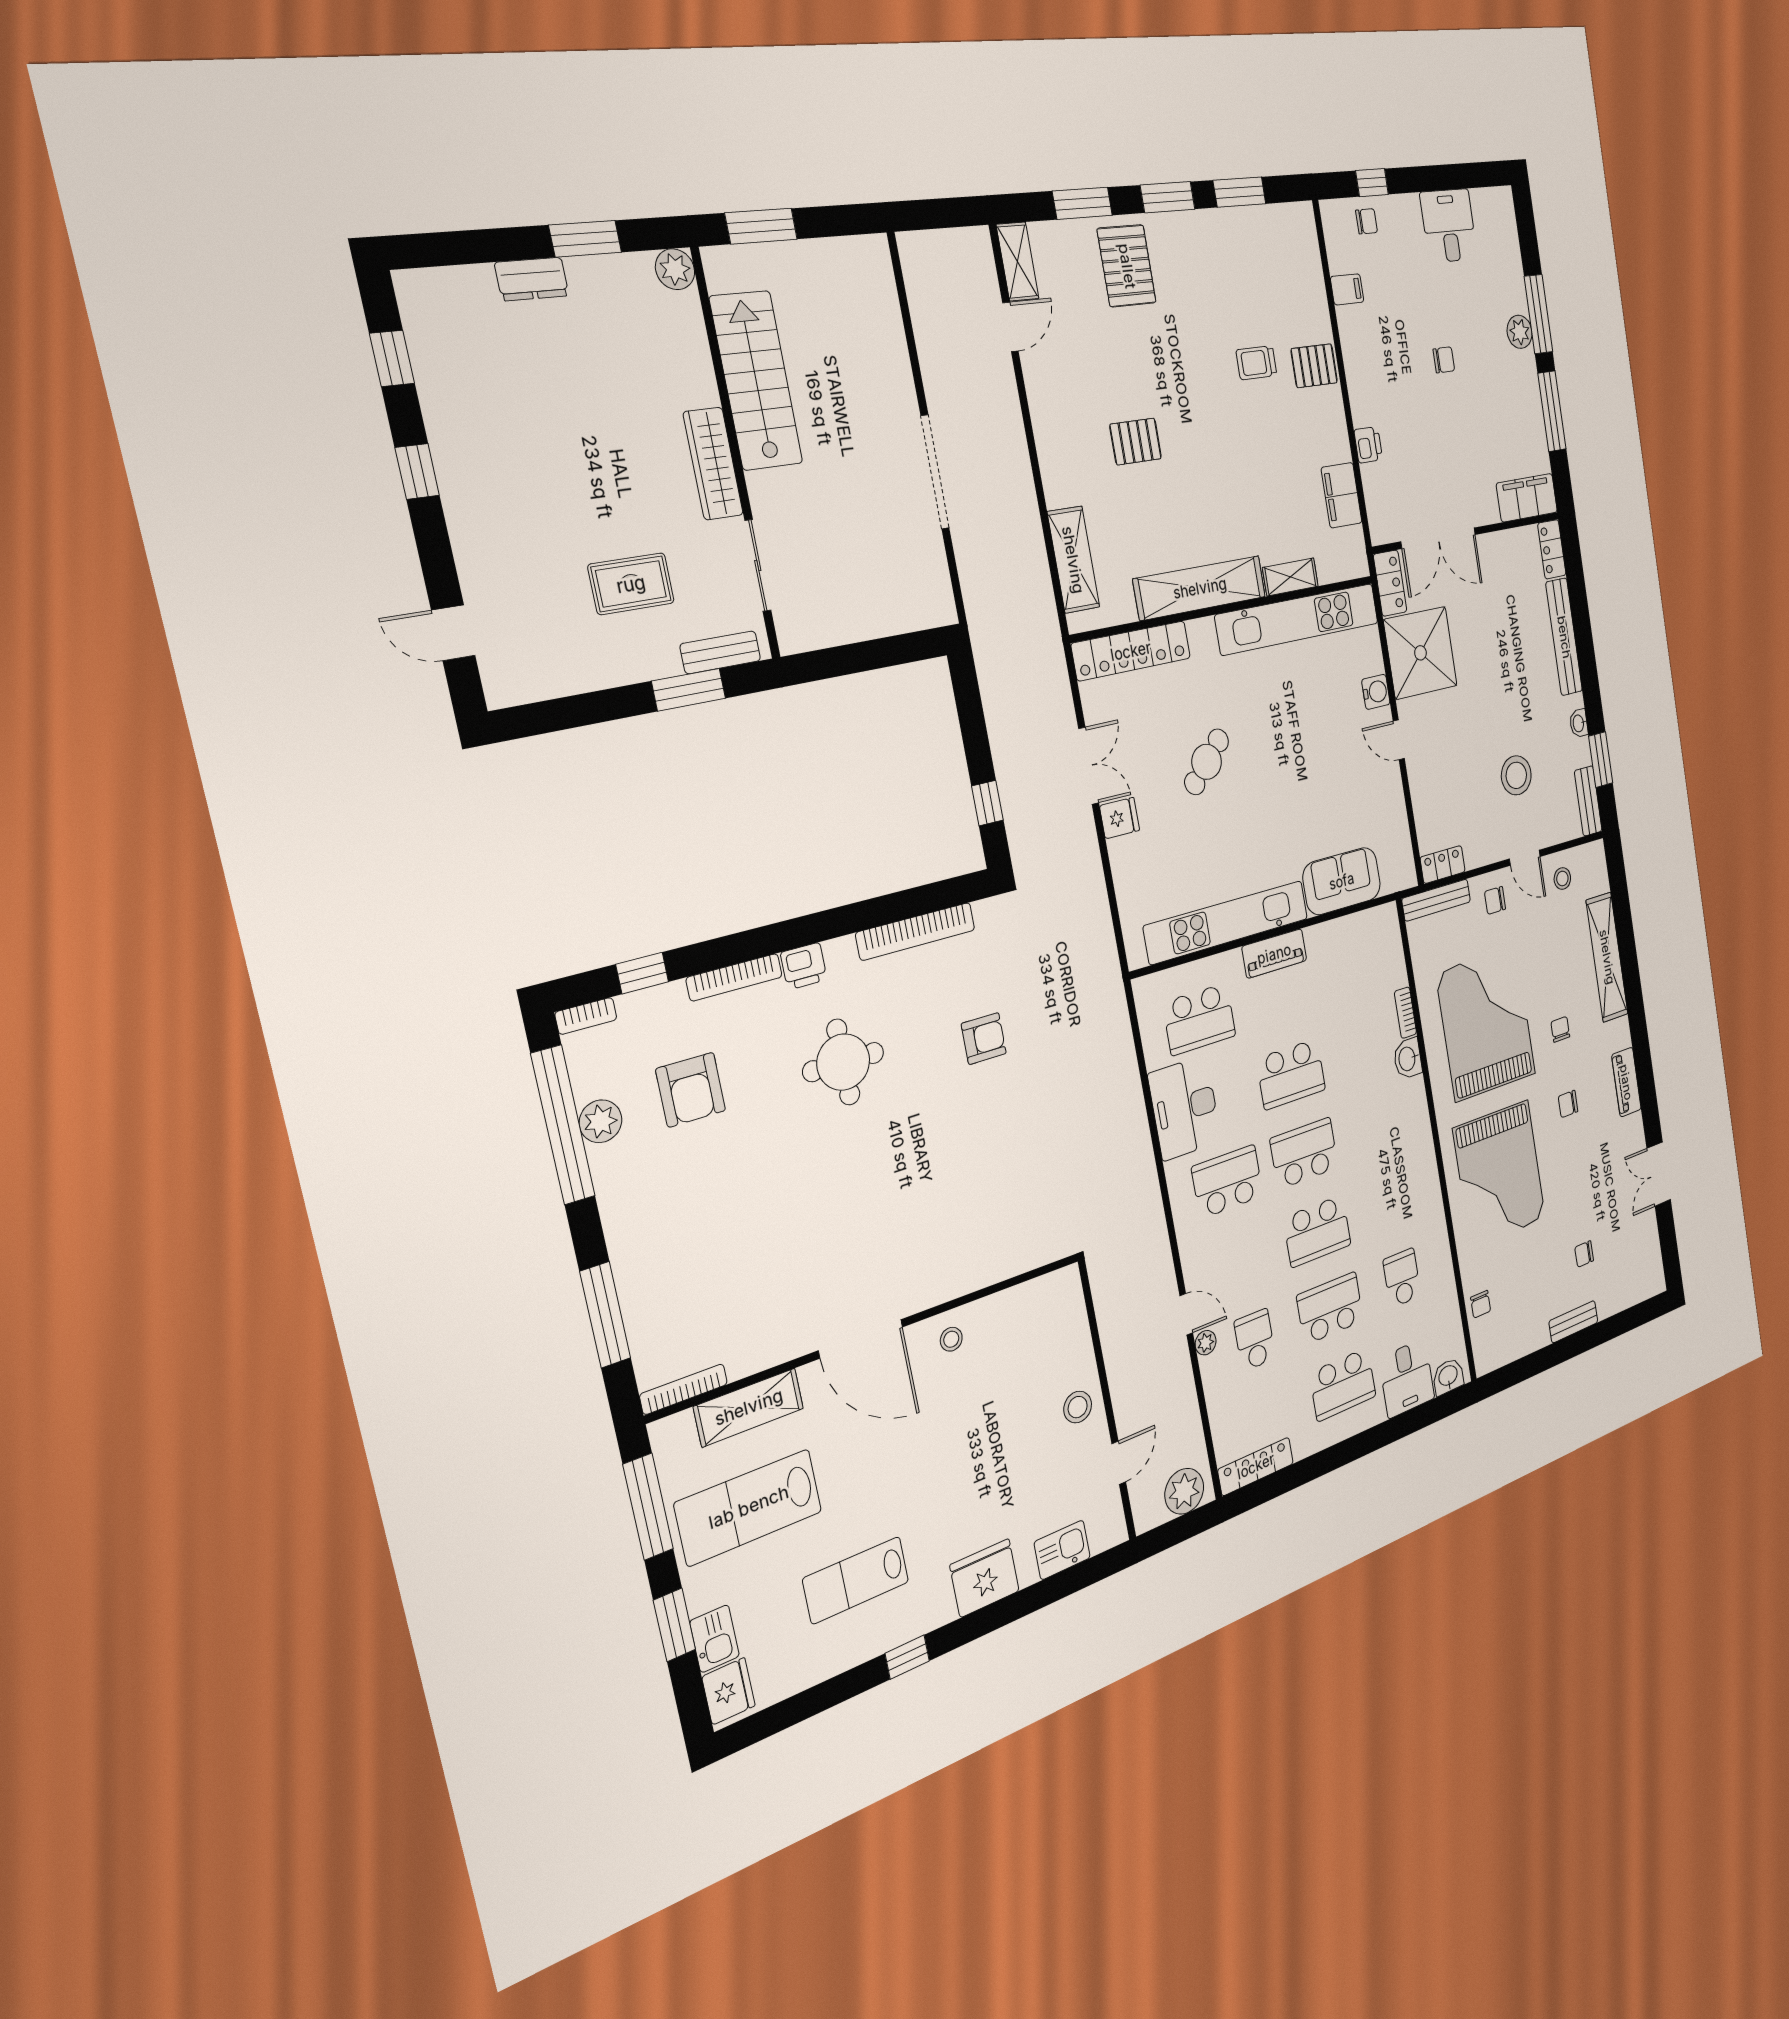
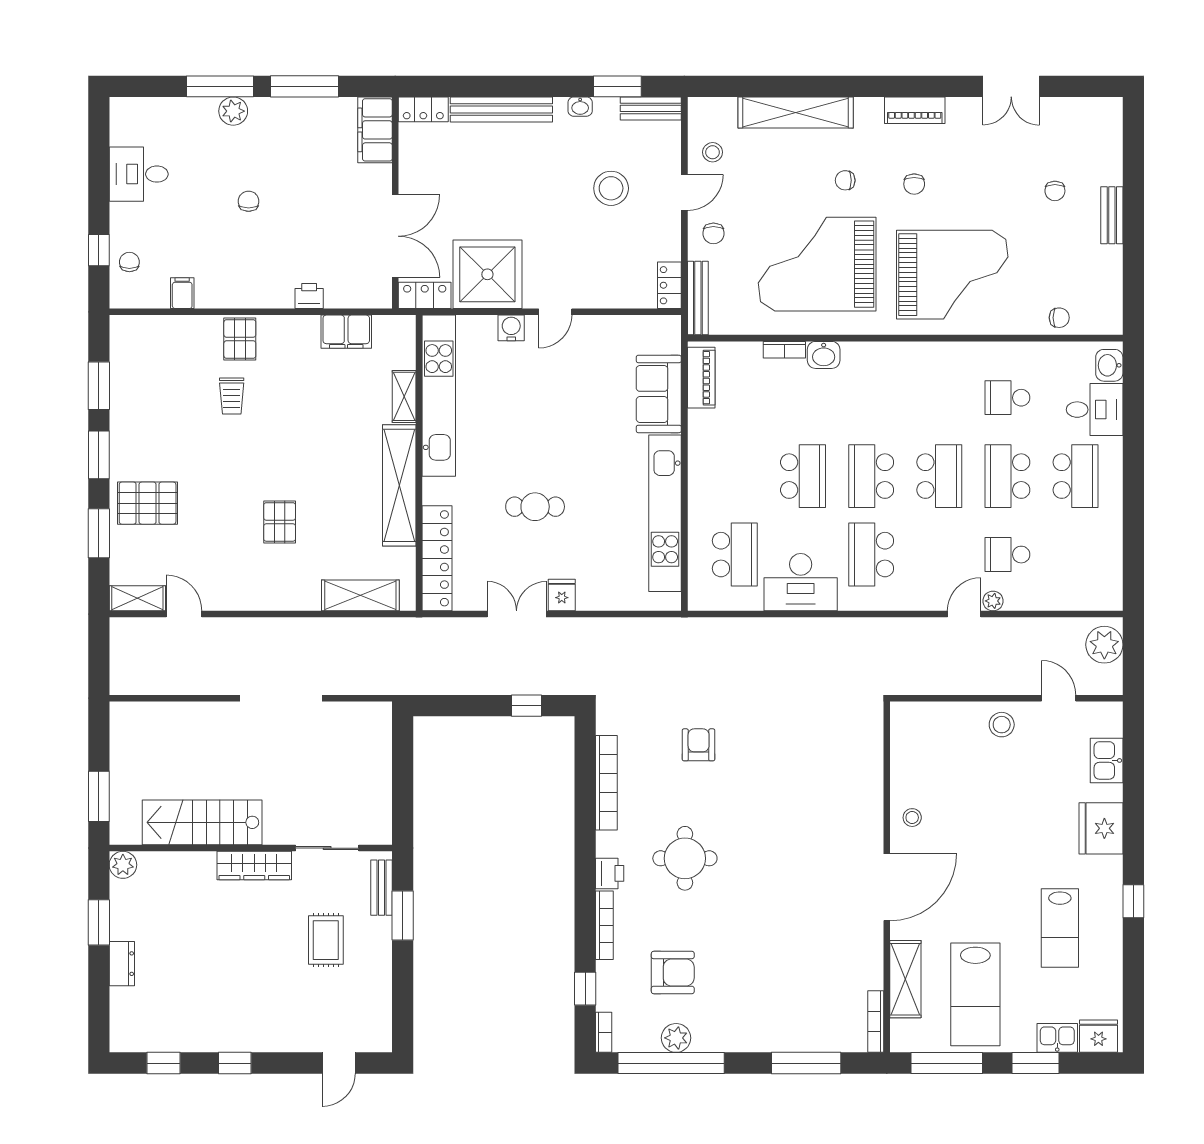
cafe table: (1207, 762) -> (535, 507), turned -45
piano: (1274, 954) -> (701, 378), moved
locker: (1256, 1466) -> (1111, 575), removed

